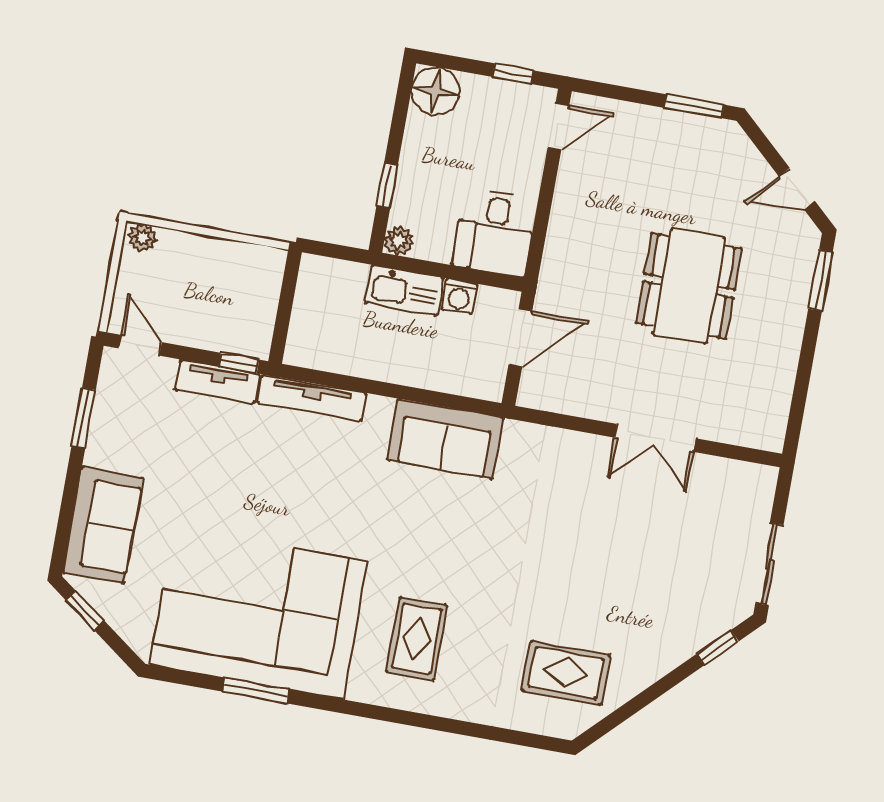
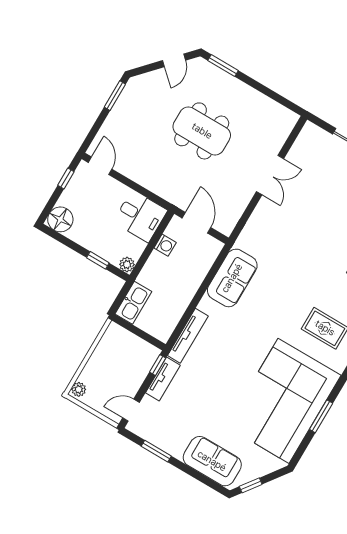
kitchen sink: (404, 290) -> (133, 303), moved

